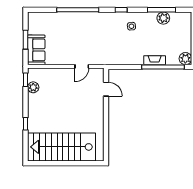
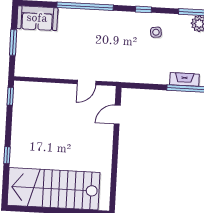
sofa: (36, 50) -> (37, 18), moved, turned 90
plant: (33, 87) -> (20, 107), removed
door: (106, 89) -> (117, 115), swing flipped

